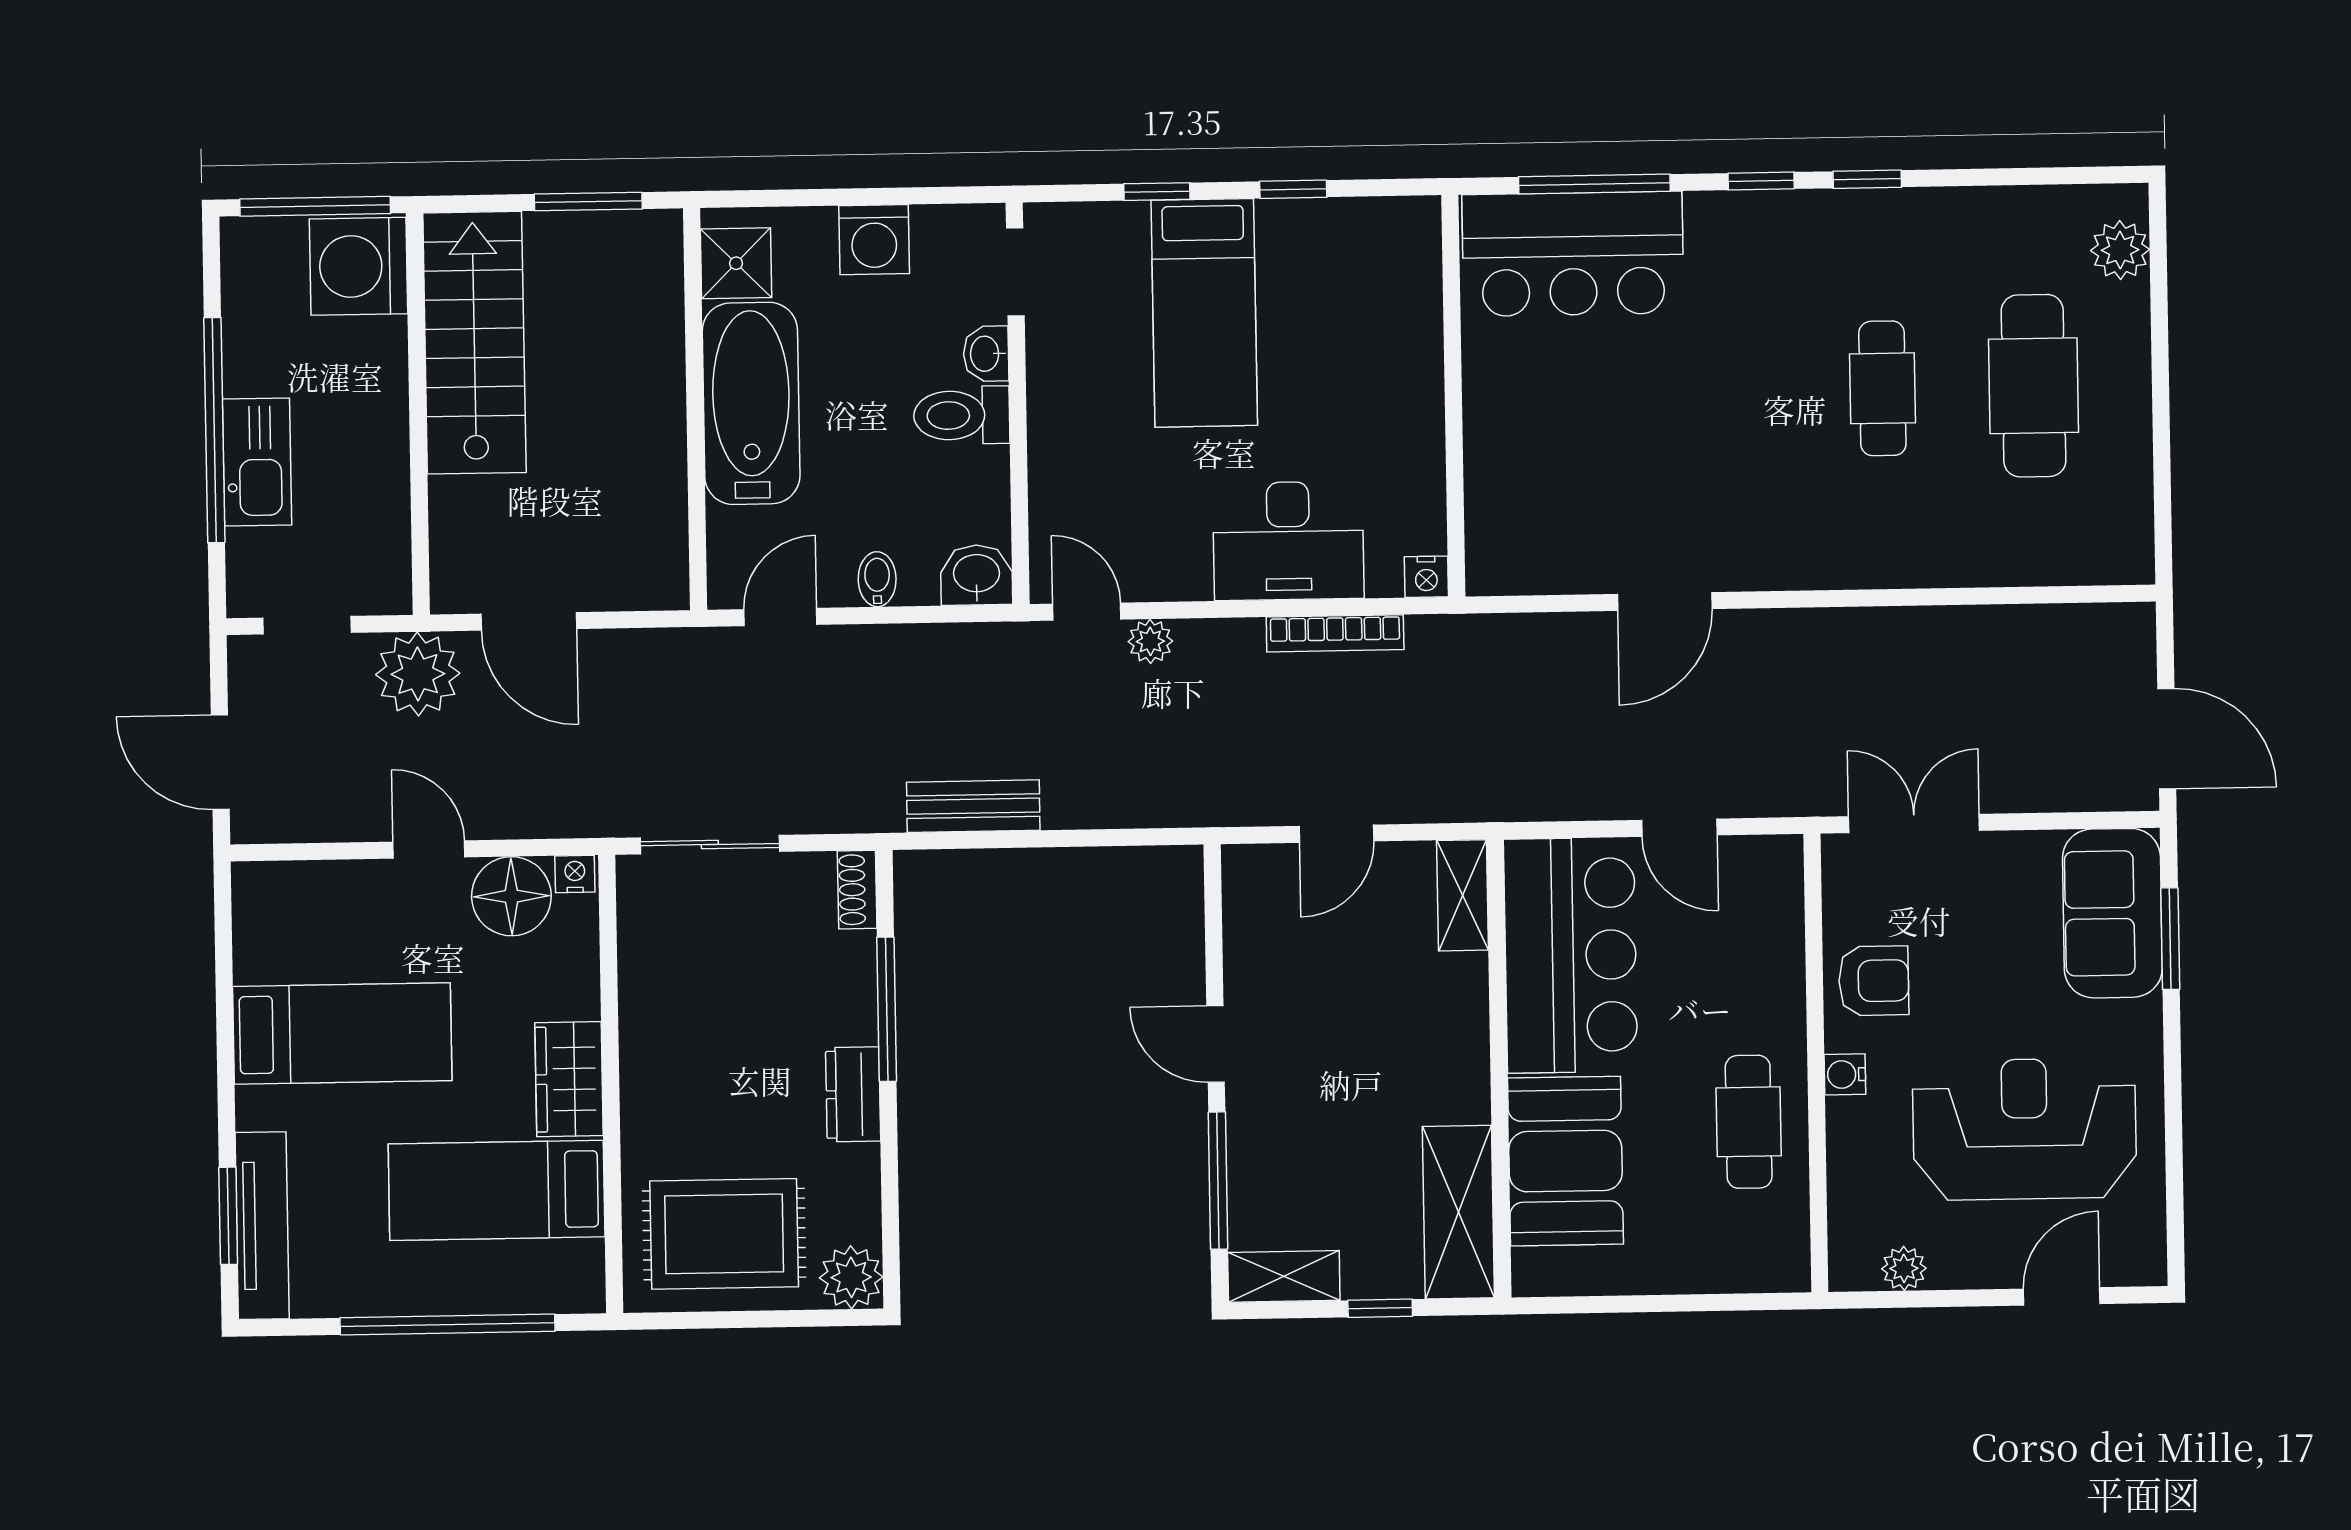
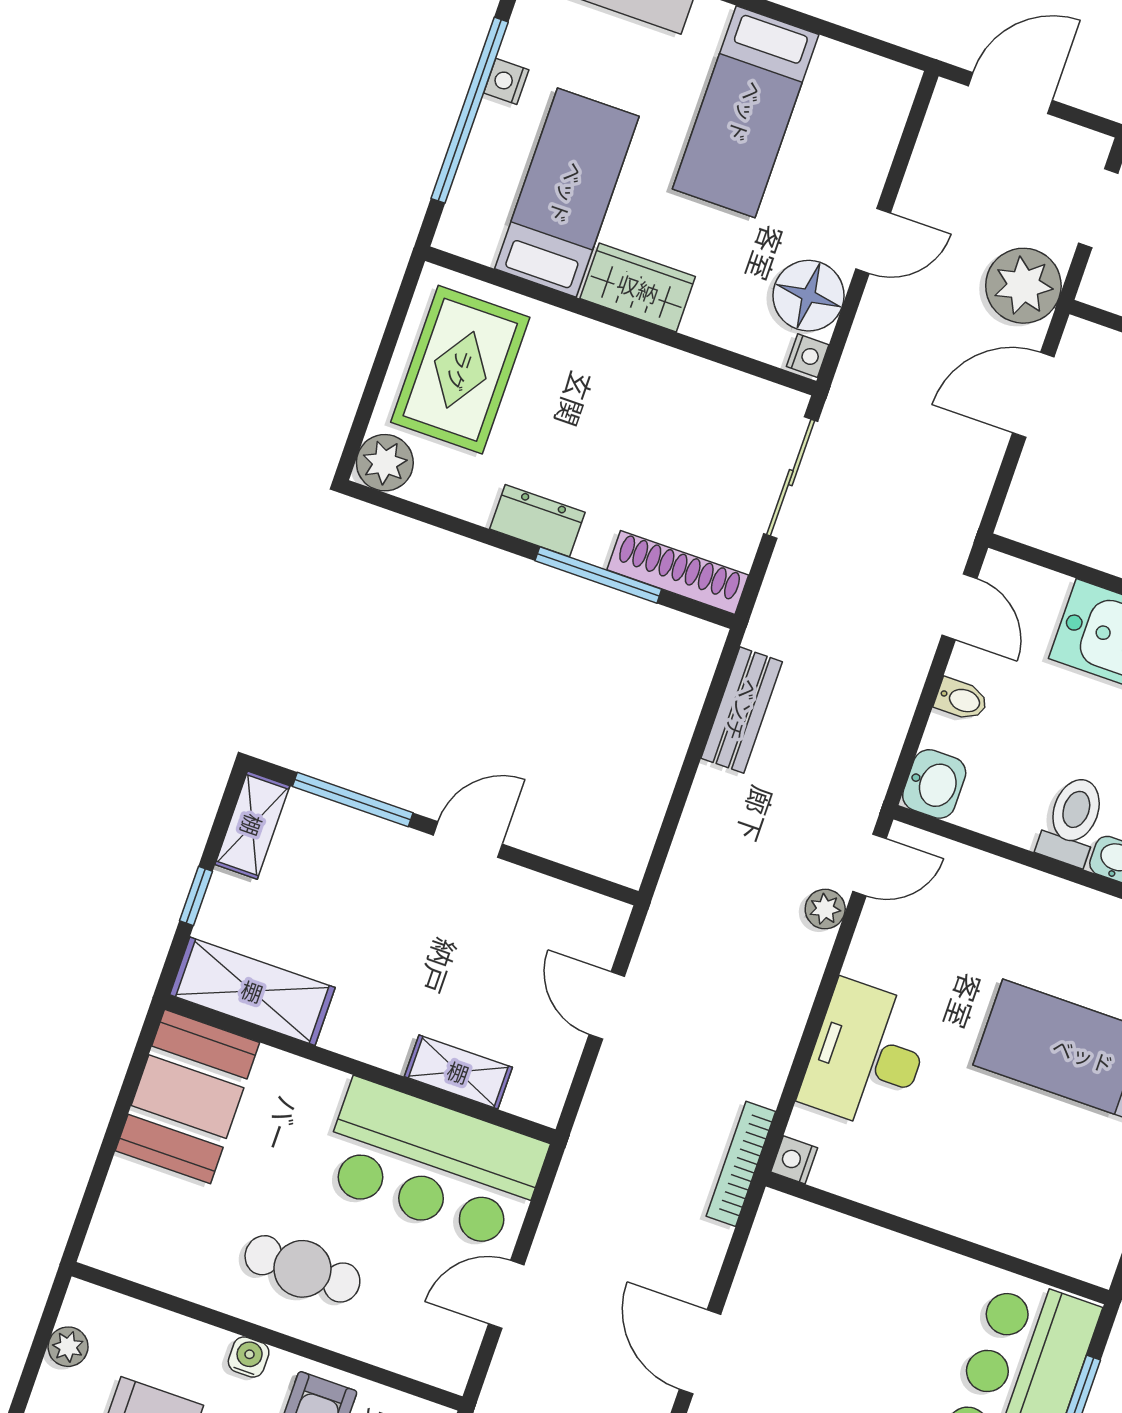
bookcase: (1335, 633) -> (741, 1164), moved
shoe rack: (857, 890) -> (678, 572), width x1.94, depth x1.24
shelving: (1463, 895) -> (458, 1072), moved
cafe table: (1749, 1122) -> (302, 1269), moved
booth: (1566, 1161) -> (187, 1097), moved, turned 90
nightstand: (403, 1297) -> (506, 81), added

